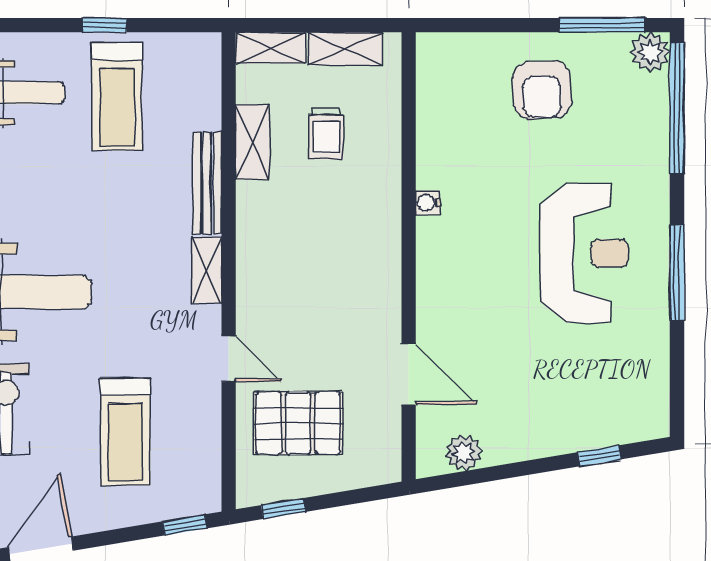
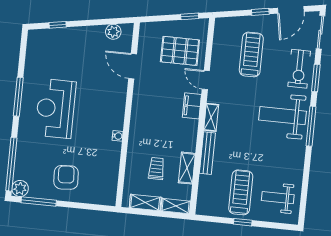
filing cabinet: (256, 293) -> (192, 106), added
window: (185, 525) -> (260, 12), moved

